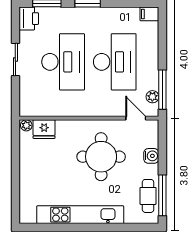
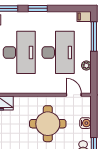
window: (162, 90) -> (94, 37), moved
plant: (152, 97) -> (86, 65), moved

